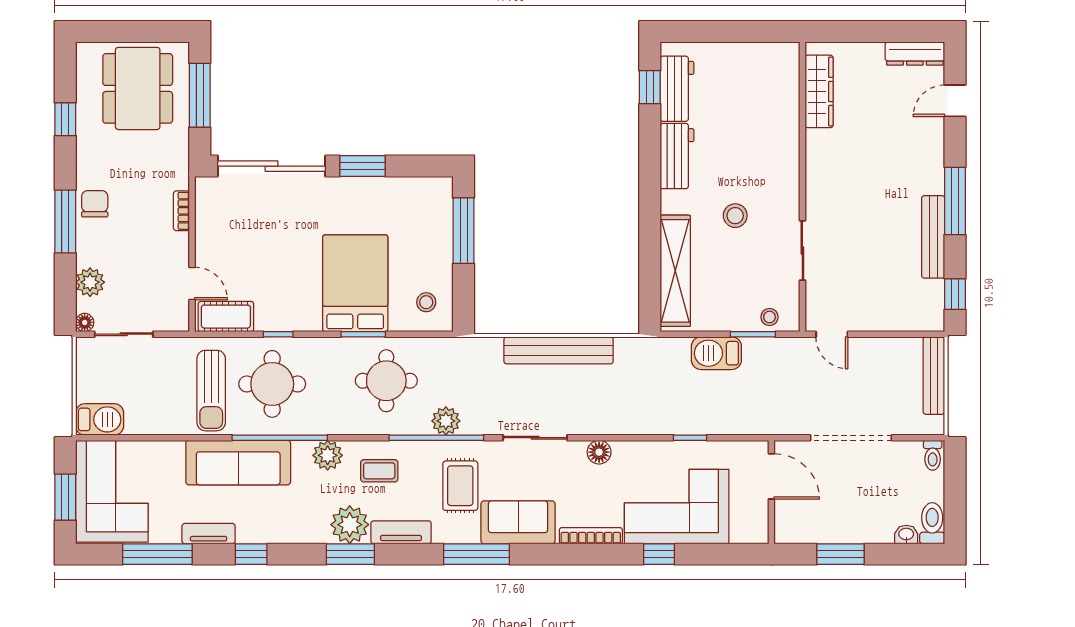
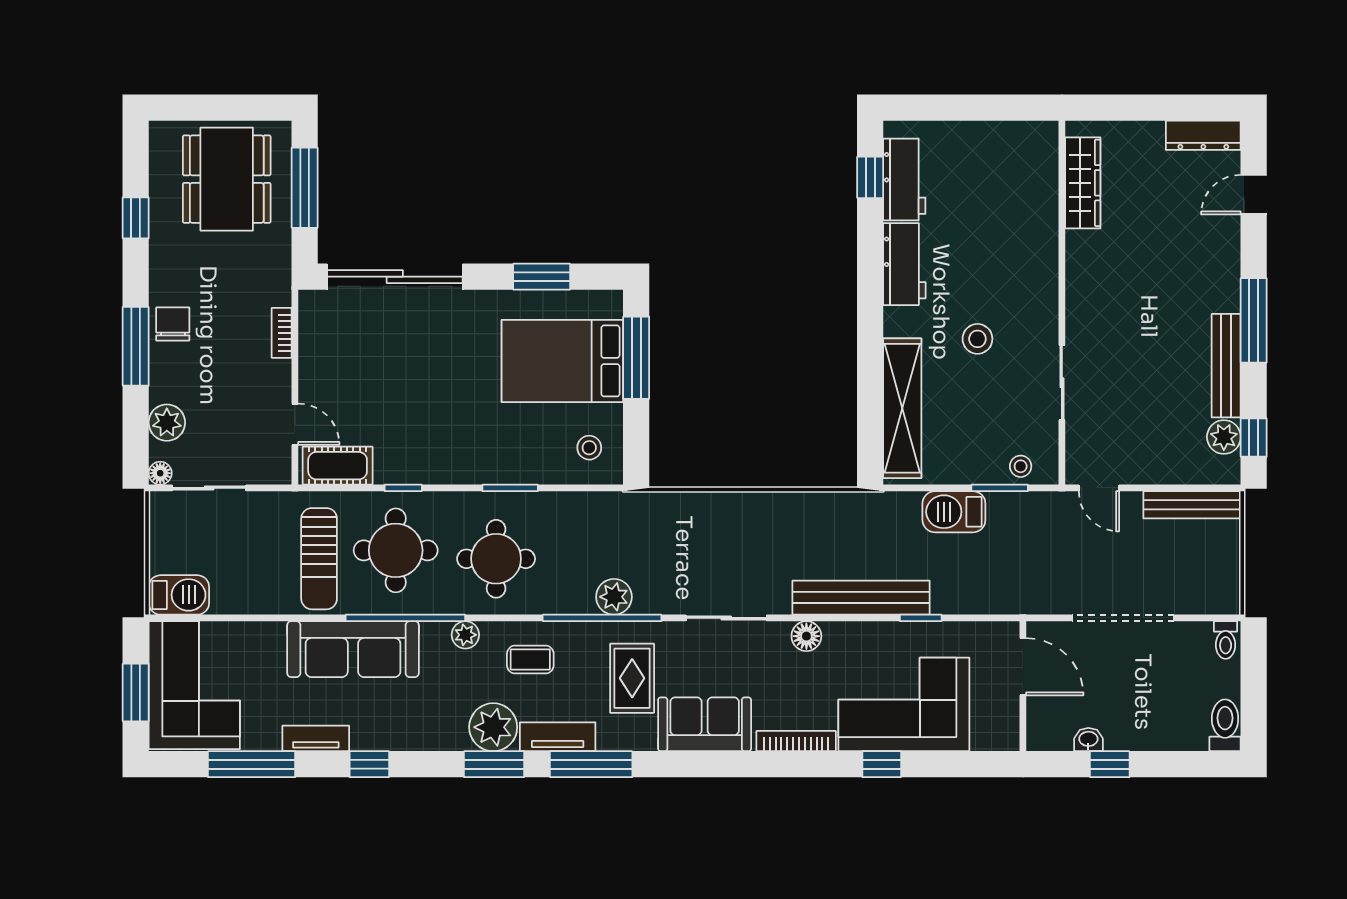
window: (362, 166) -> (542, 277), moved
bed: (355, 283) -> (562, 361), moved, turned -90
plant: (931, 294) -> (1224, 437), added
bench: (559, 350) -> (861, 598), moved
bench: (934, 376) -> (1192, 505), moved, turned 90
round table: (386, 381) -> (496, 559), moved
plant: (328, 455) -> (465, 635), width x0.73, depth x0.73
washbasin: (906, 535) -> (1088, 740), moved
window: (476, 554) -> (591, 764), moved
window: (840, 554) -> (1110, 764), width x0.67

